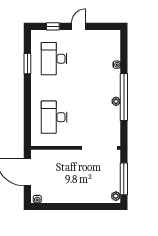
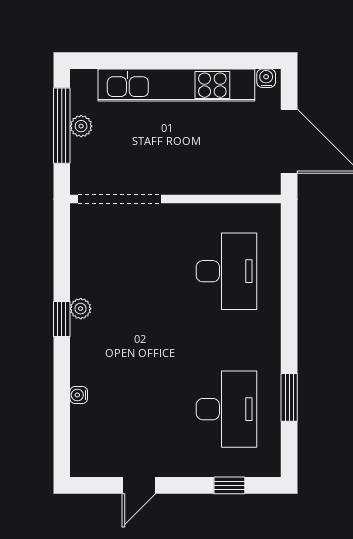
door: (79, 26) -> (139, 485), moved
window: (124, 97) -> (62, 319), width x0.32
kitchen unit: (75, 196) -> (176, 85), added
plant: (116, 196) -> (81, 126), moved

